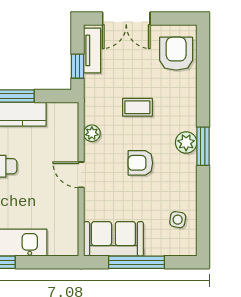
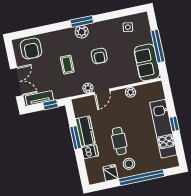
armchair: (176, 54) -> (31, 49), turned -90
door: (81, 175) -> (102, 92), moved
plant: (70, 202) -> (131, 92), added

